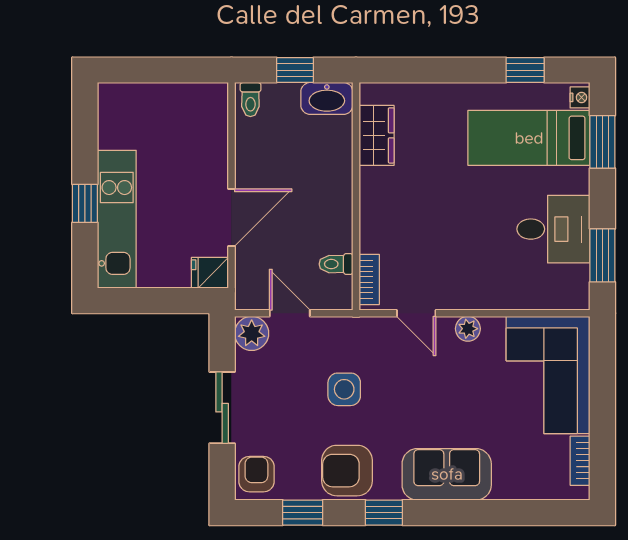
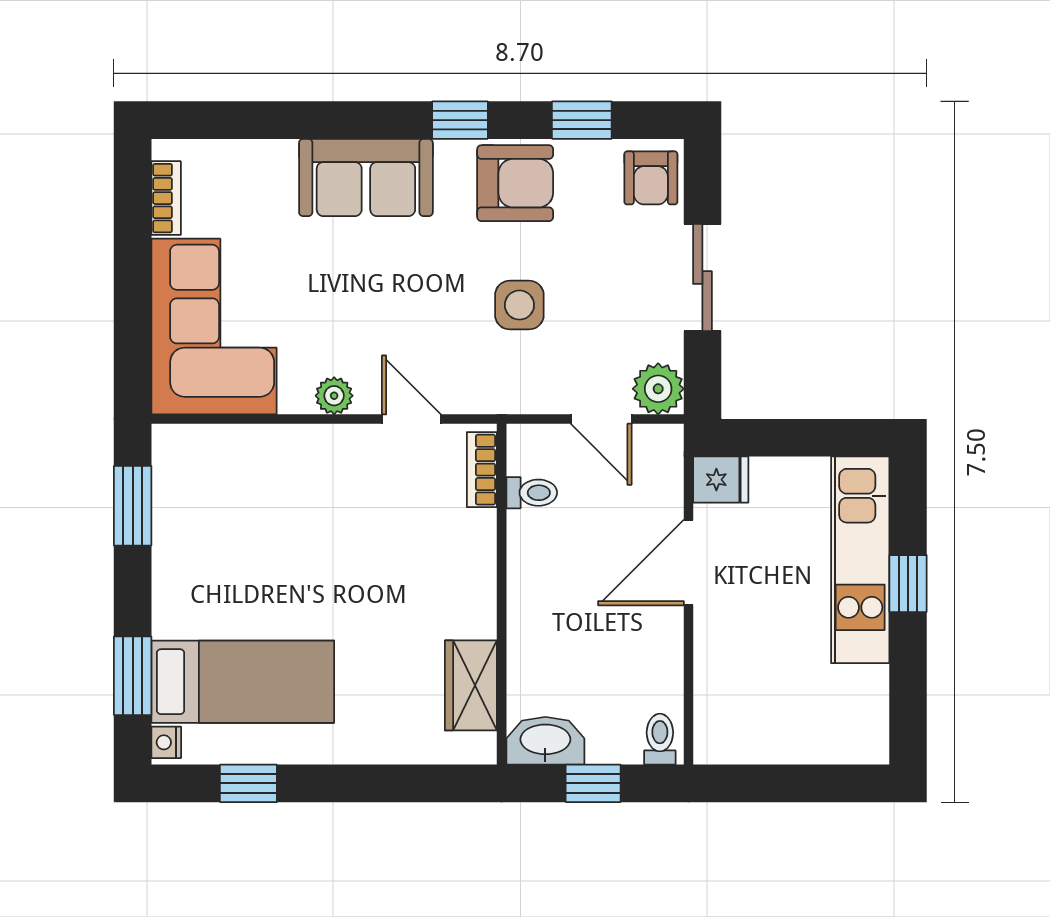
desk: (553, 229) -> (206, 545), removed

